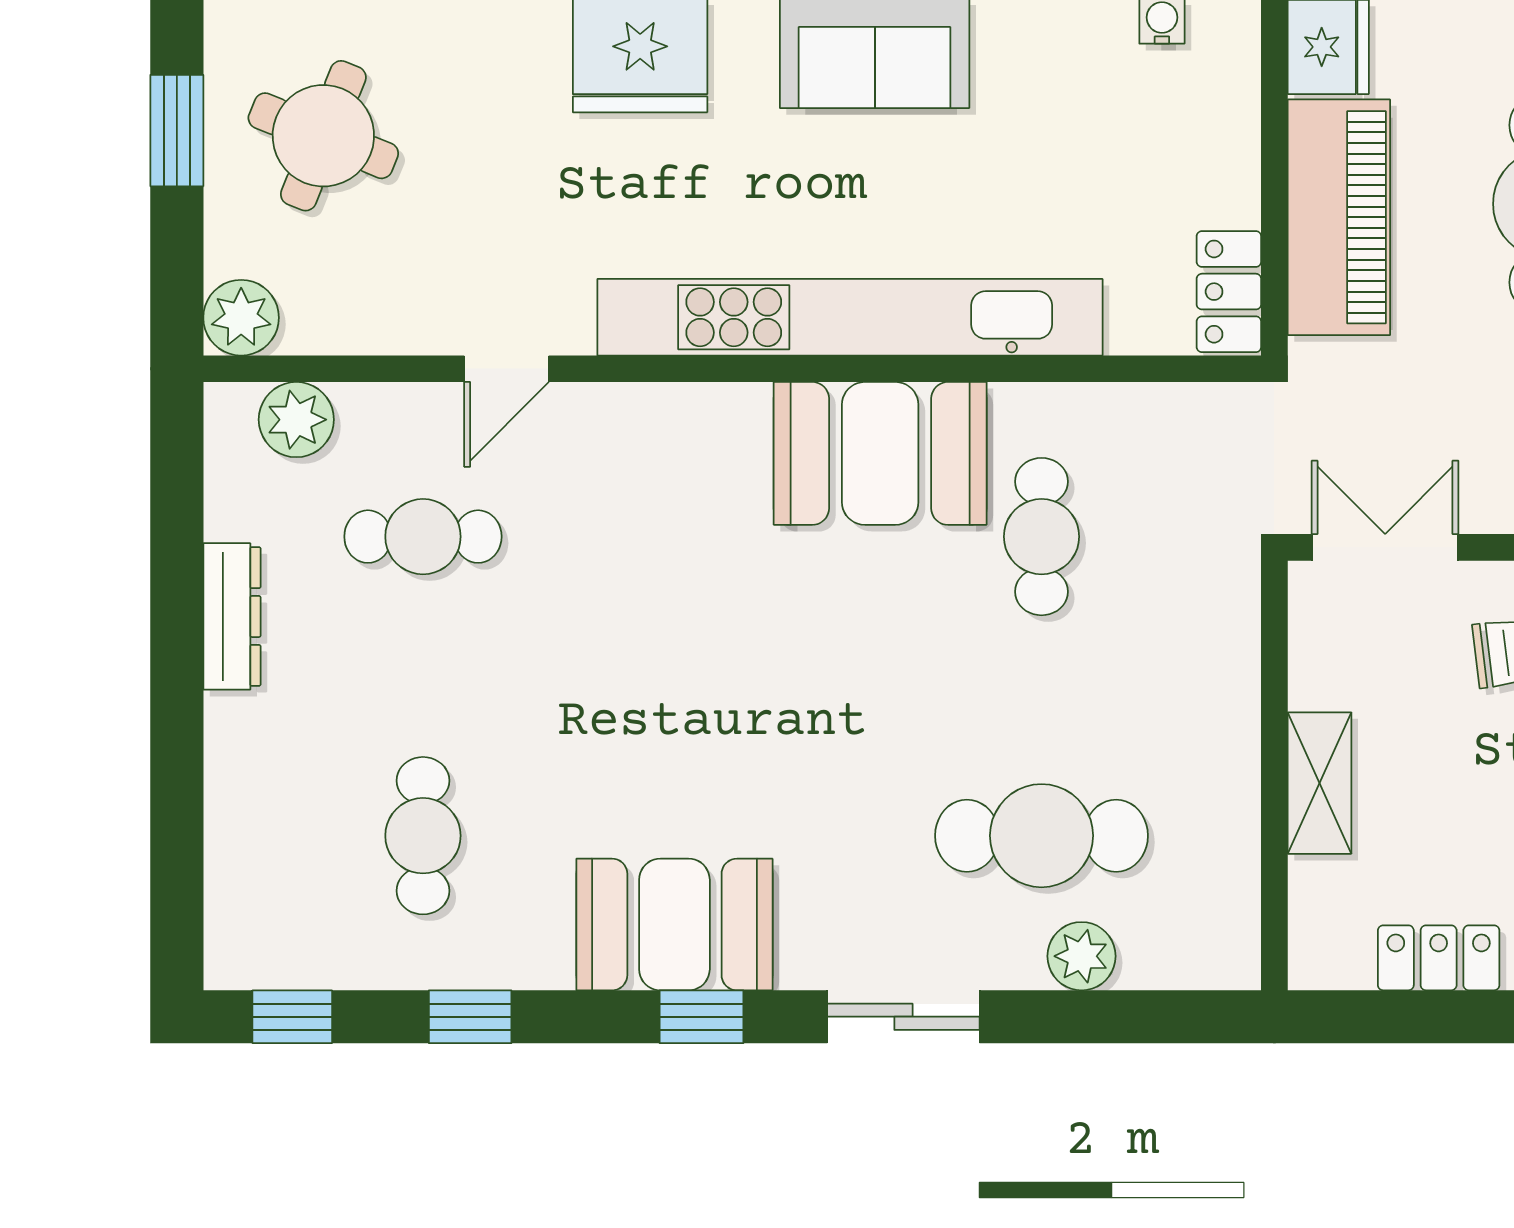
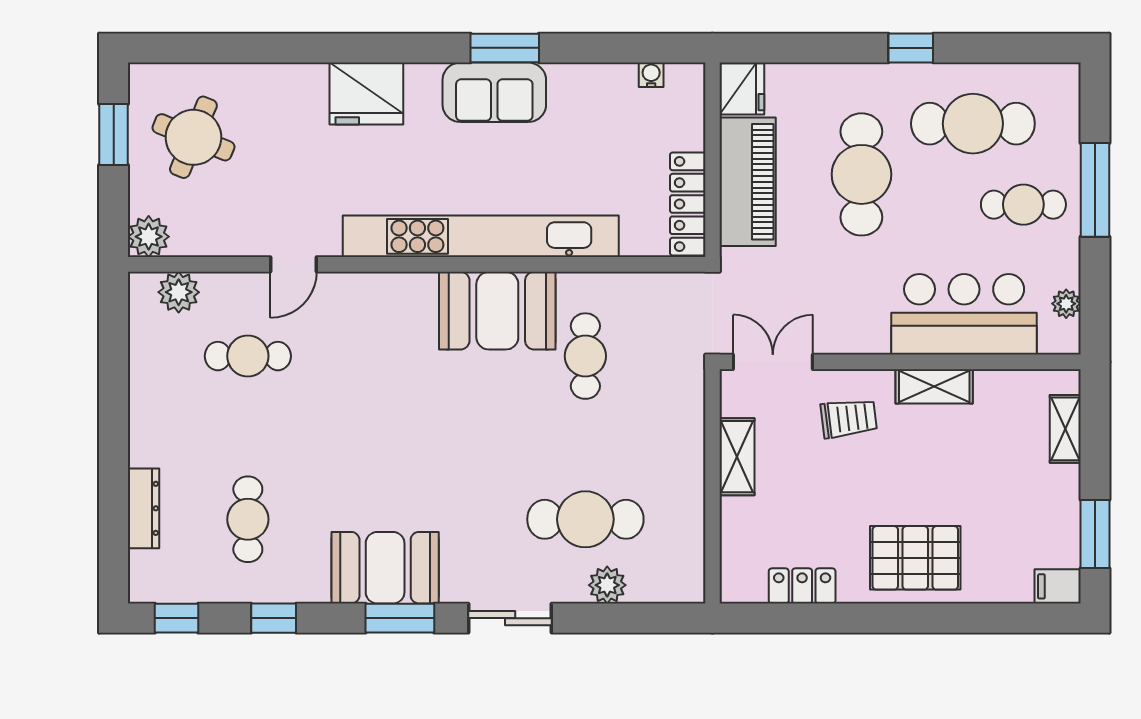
locker: (1229, 292) -> (688, 204), width x1.53
dresser: (232, 616) -> (144, 508), moved
shelving: (1319, 783) -> (737, 457), moved
window: (701, 1017) -> (400, 618), width x1.50

